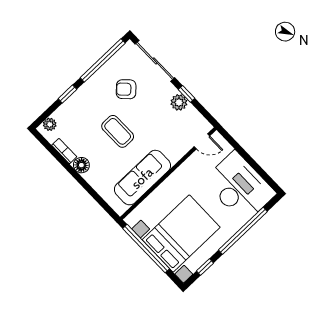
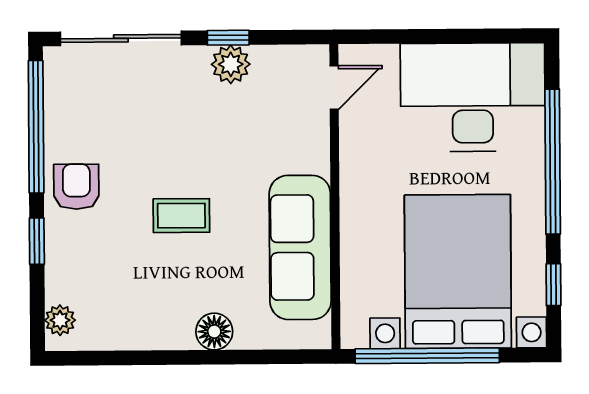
armchair: (126, 89) -> (76, 187), moved, turned 135
coffee table: (118, 131) -> (181, 216), width x0.73, depth x0.77
bookcase: (64, 151) -> (129, 338), removed
floor lamp: (81, 165) -> (214, 332), moved

